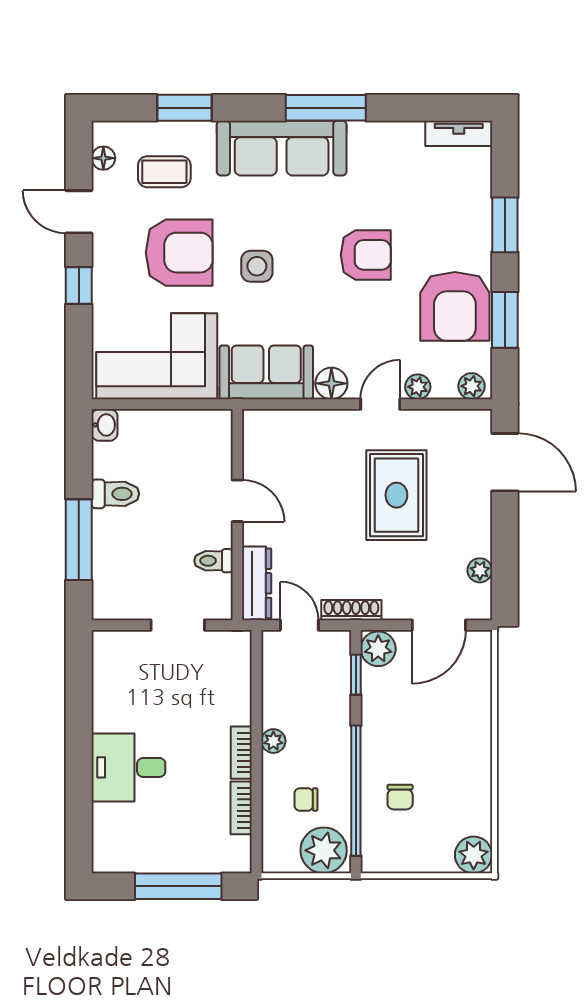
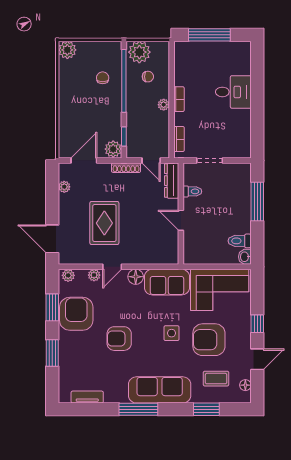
tv unit: (459, 133) -> (87, 397), moved
door: (79, 212) -> (257, 359), hinge flipped
toilet: (115, 494) -> (240, 241), moved
bookcase: (241, 808) -> (179, 139), moved

